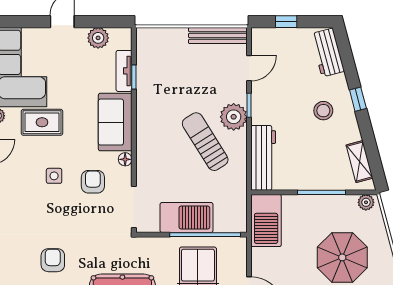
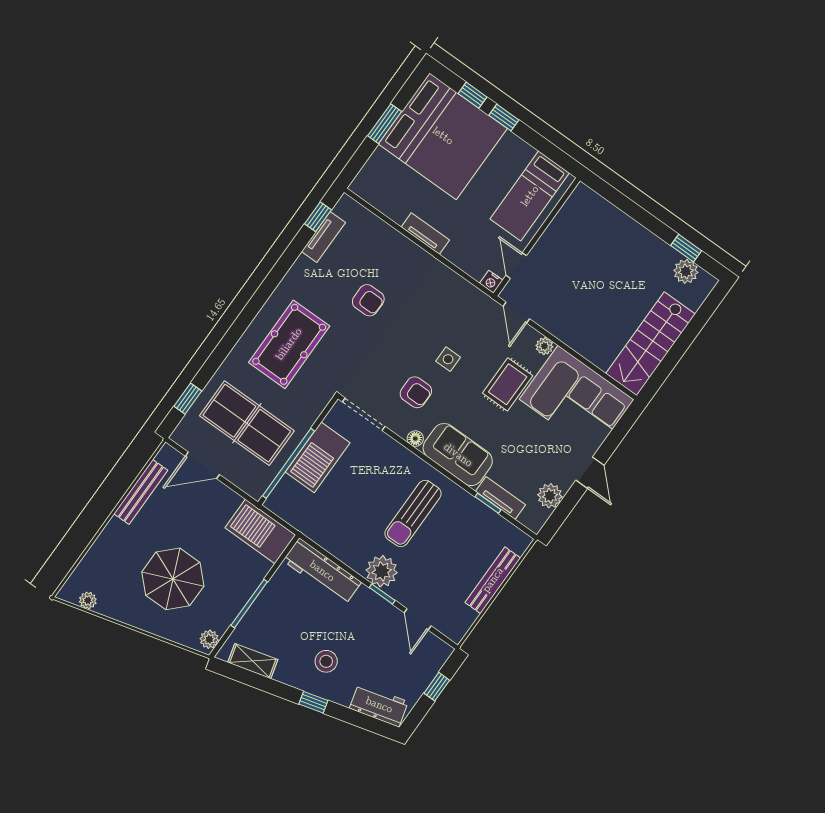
bench: (218, 36) -> (493, 580), moved
sun lounger: (205, 142) -> (413, 513), moved, turned 122

